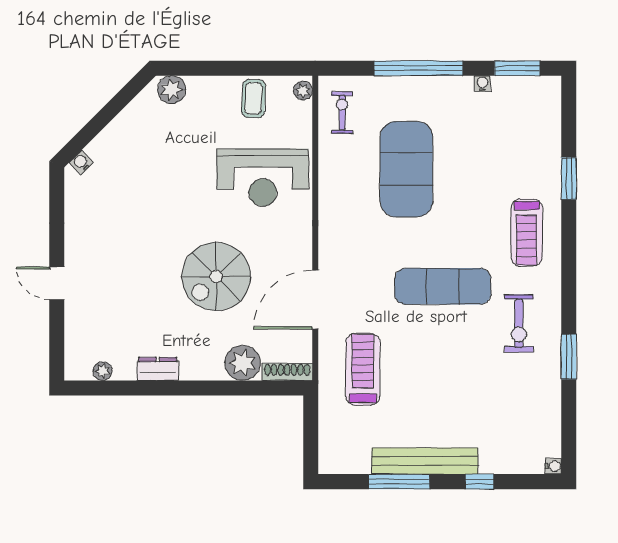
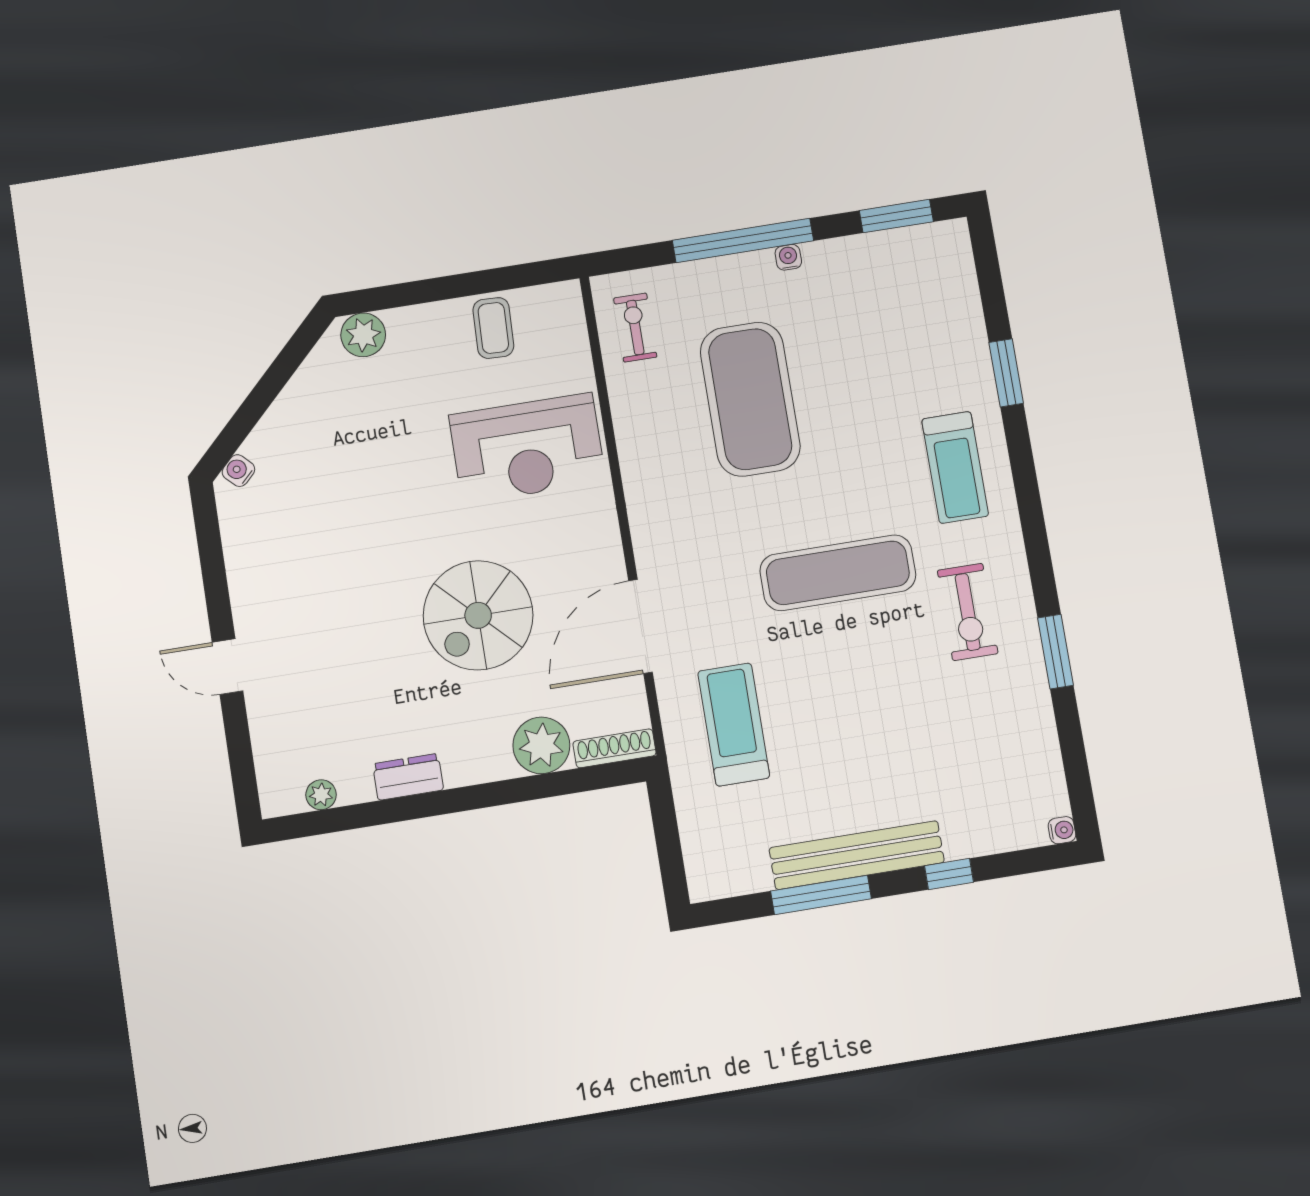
water cooler: (482, 84) -> (788, 257), moved
plant: (303, 91) -> (569, 303), removed

